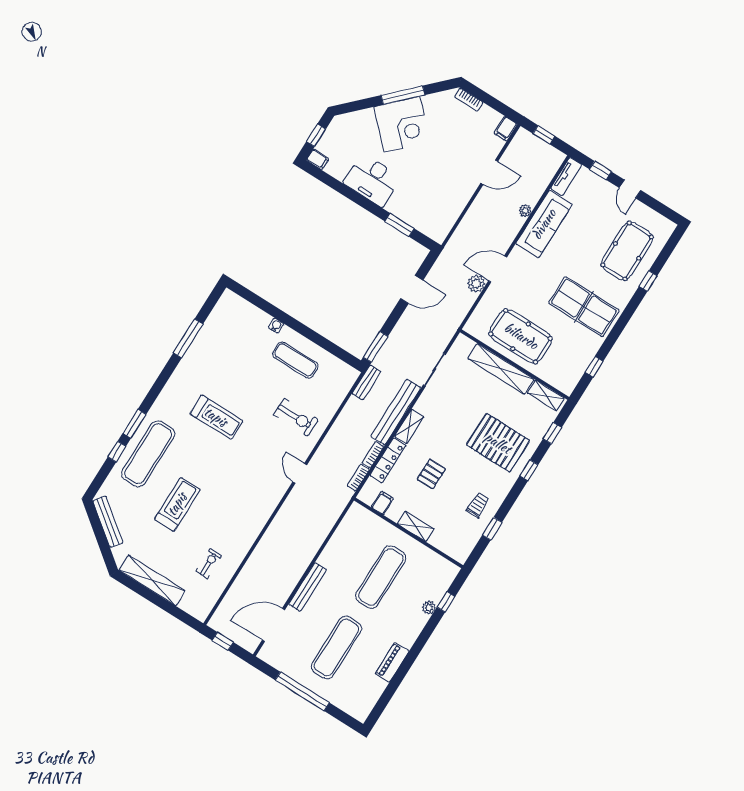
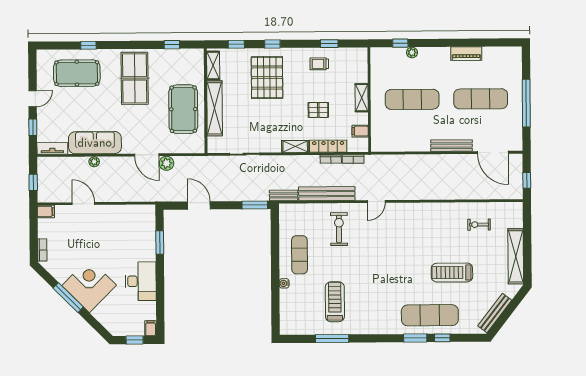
bench: (396, 412) -> (327, 194), moved
treadmill: (216, 417) -> (335, 302), moved

